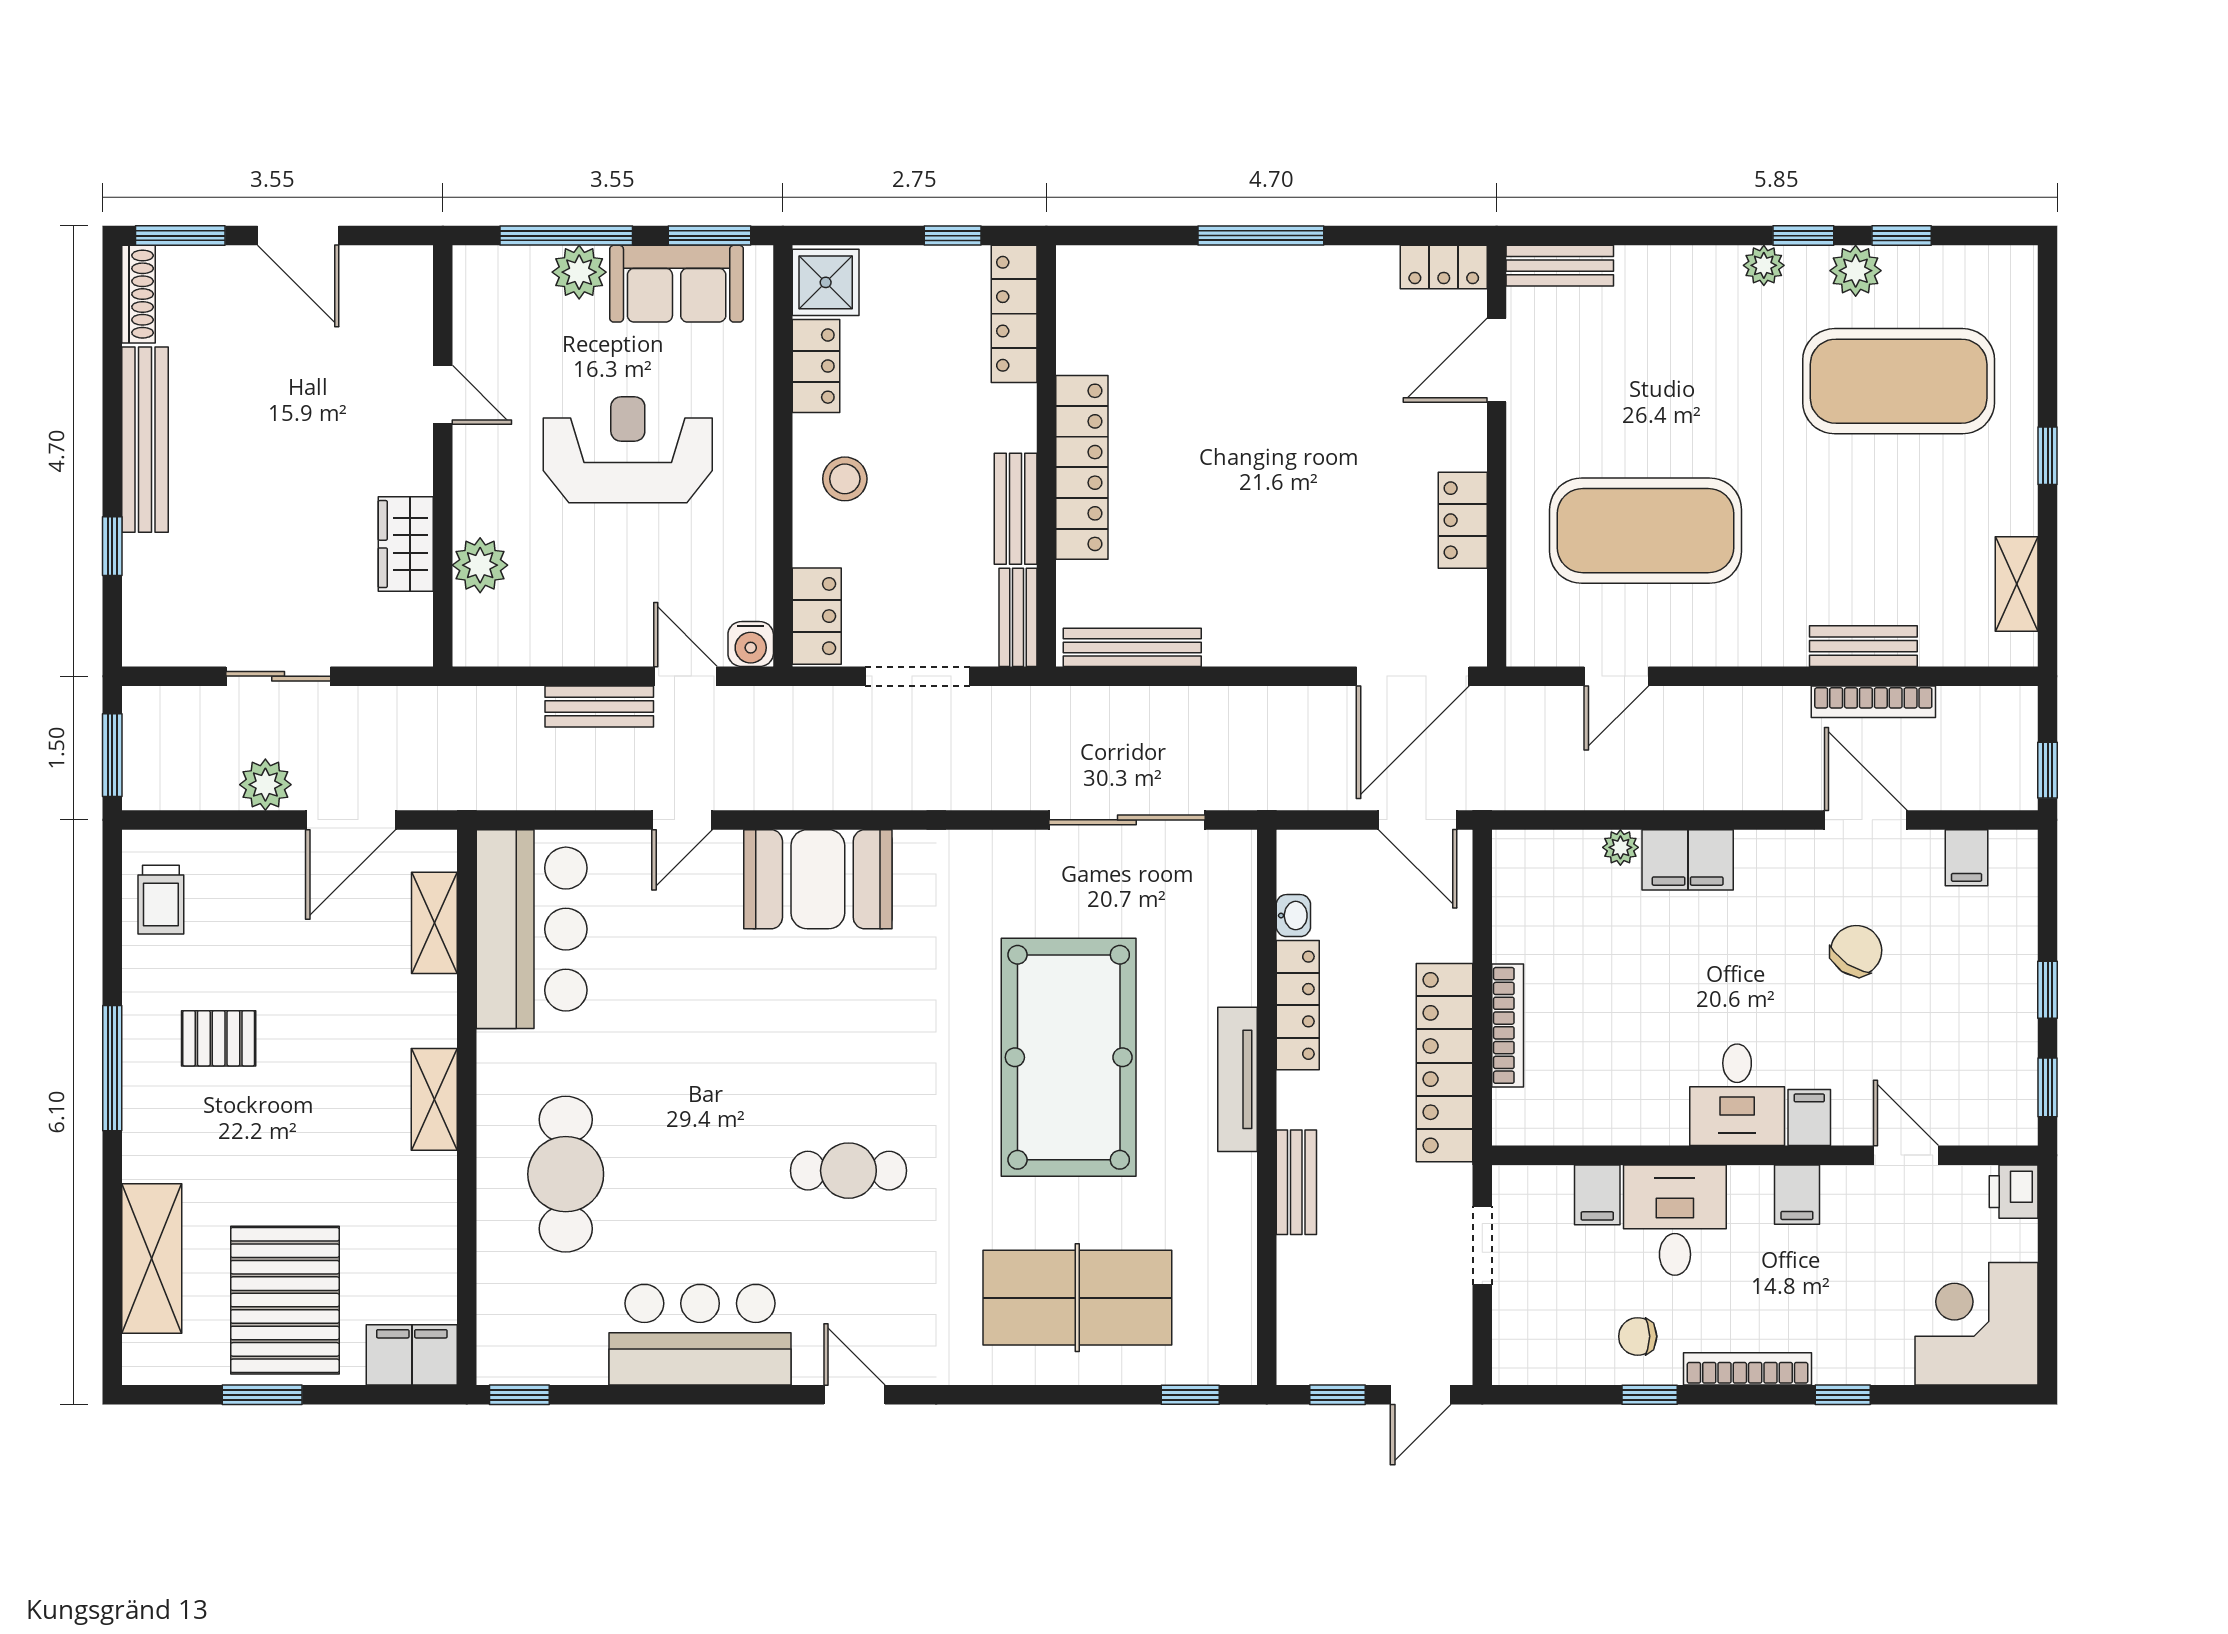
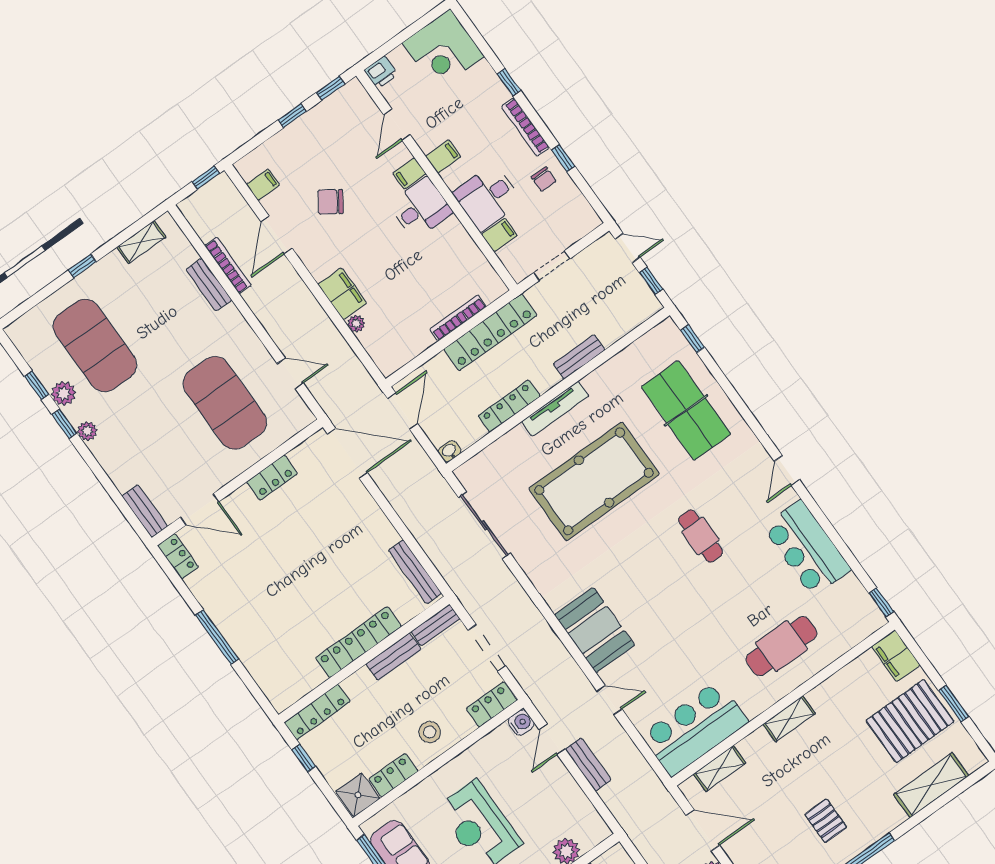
washbasin: (1293, 916) -> (450, 451), moved

